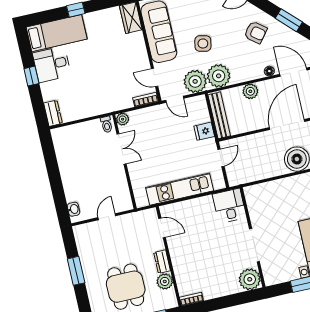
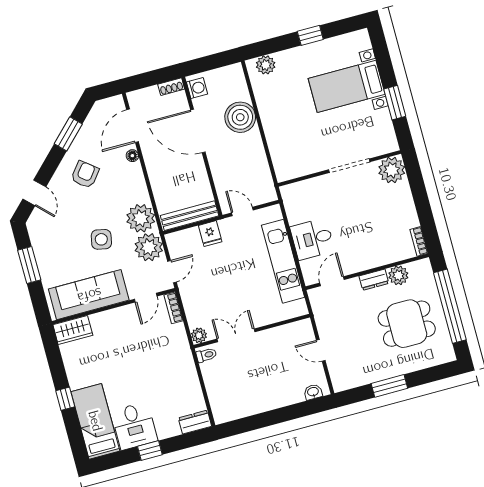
plant: (250, 91) -> (158, 178), removed
desk: (229, 206) -> (312, 239), moved

